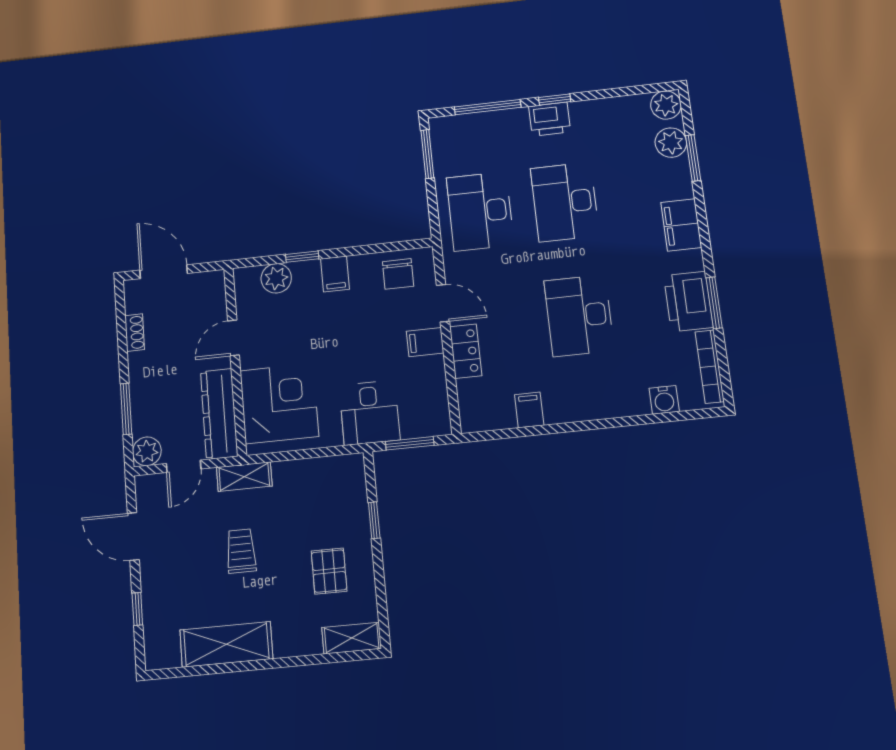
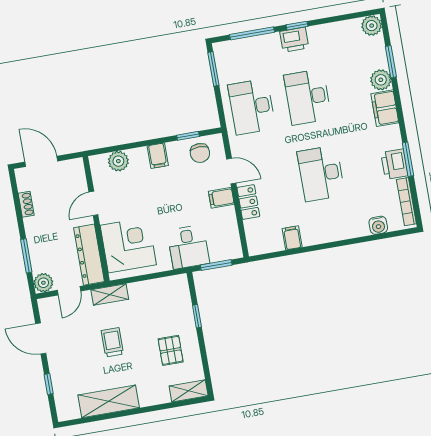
plant: (671, 143) -> (381, 80), moved
window: (302, 257) -> (188, 136), moved
printer: (688, 301) -> (394, 164), width x0.73, depth x0.84

